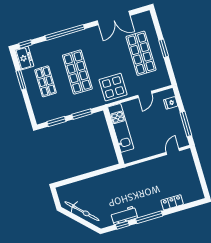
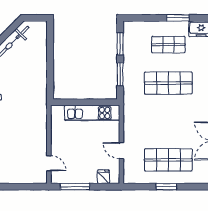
display table: (113, 87) -> (140, 118), removed

